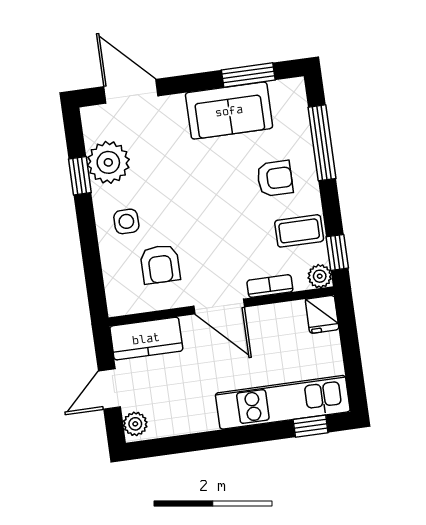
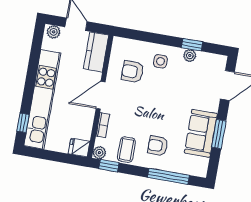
window: (248, 75) -> (219, 134), moved
plant: (108, 162) -> (190, 56), width x0.53, depth x0.53
armchair: (275, 178) -> (158, 146), turned 90
kitchen unit: (283, 402) -> (42, 99), width x1.36

